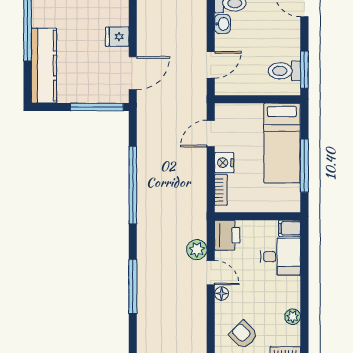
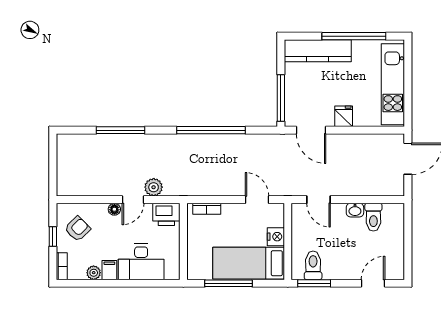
nightstand: (224, 163) -> (276, 237), moved, turned 90
filing cabinet: (290, 228) -> (109, 270), moved
desk: (280, 257) -> (141, 262), width x1.37

